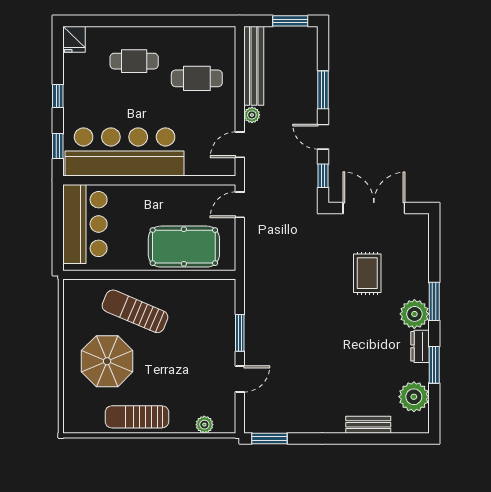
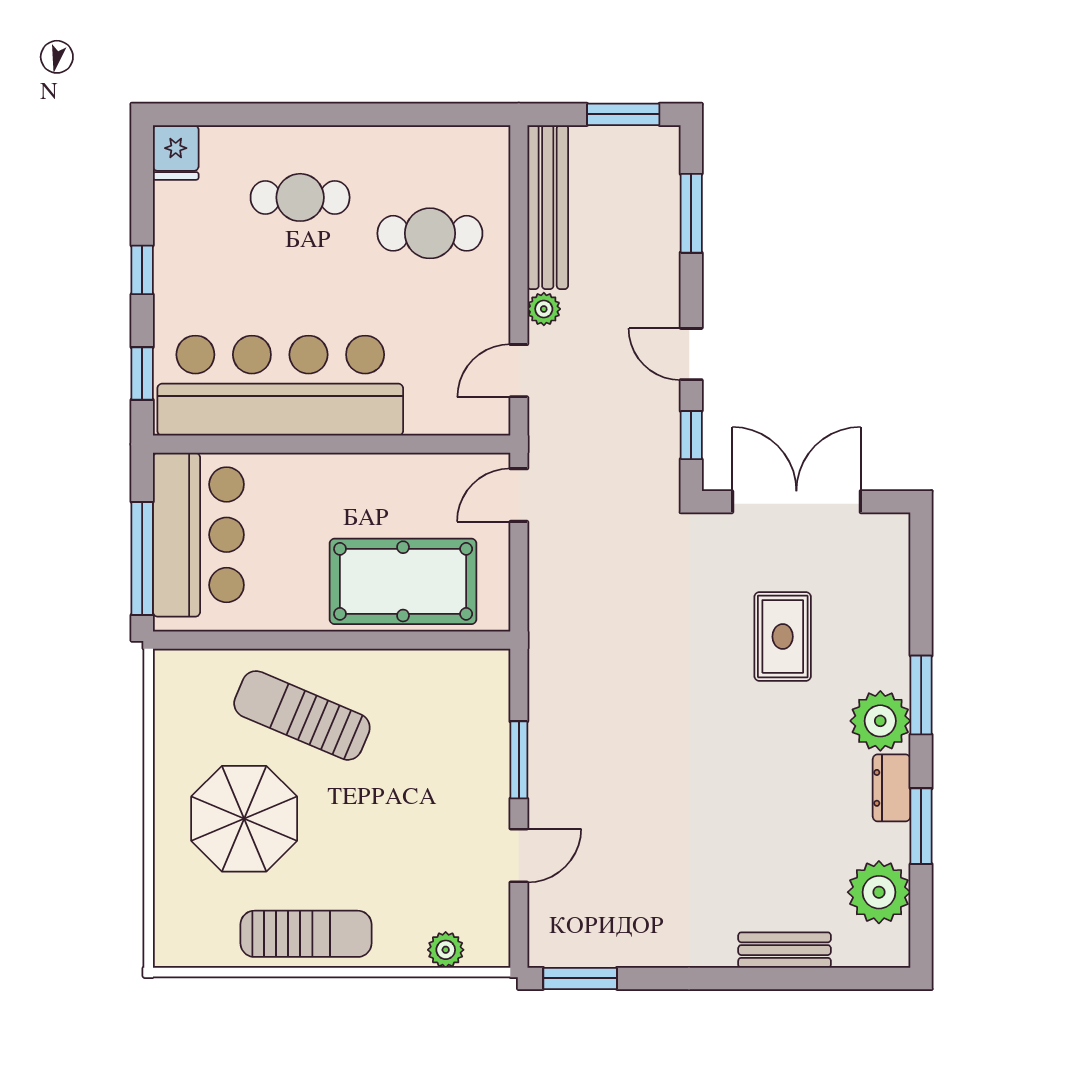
window: (323, 90) -> (691, 213), moved
window: (58, 235) -> (142, 558), added
sun lounger: (137, 417) -> (306, 934), turned 180

